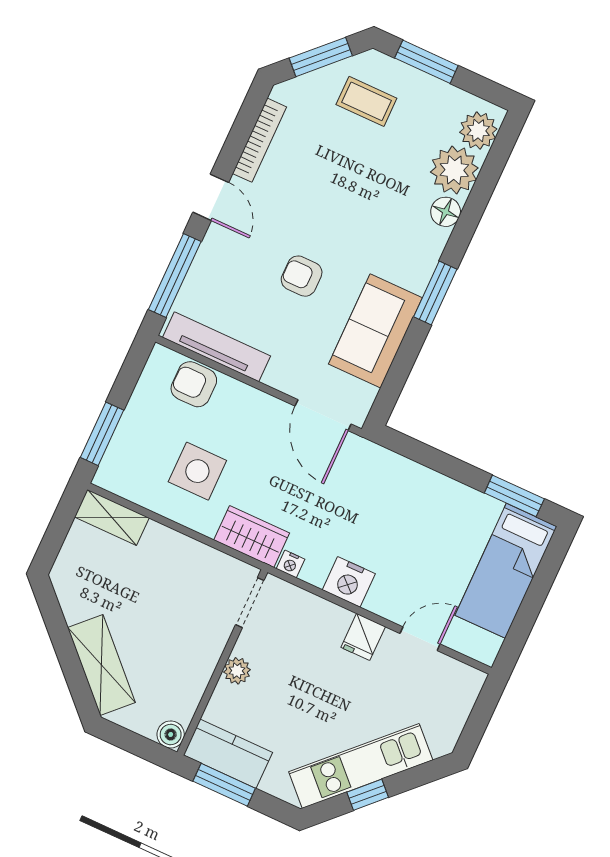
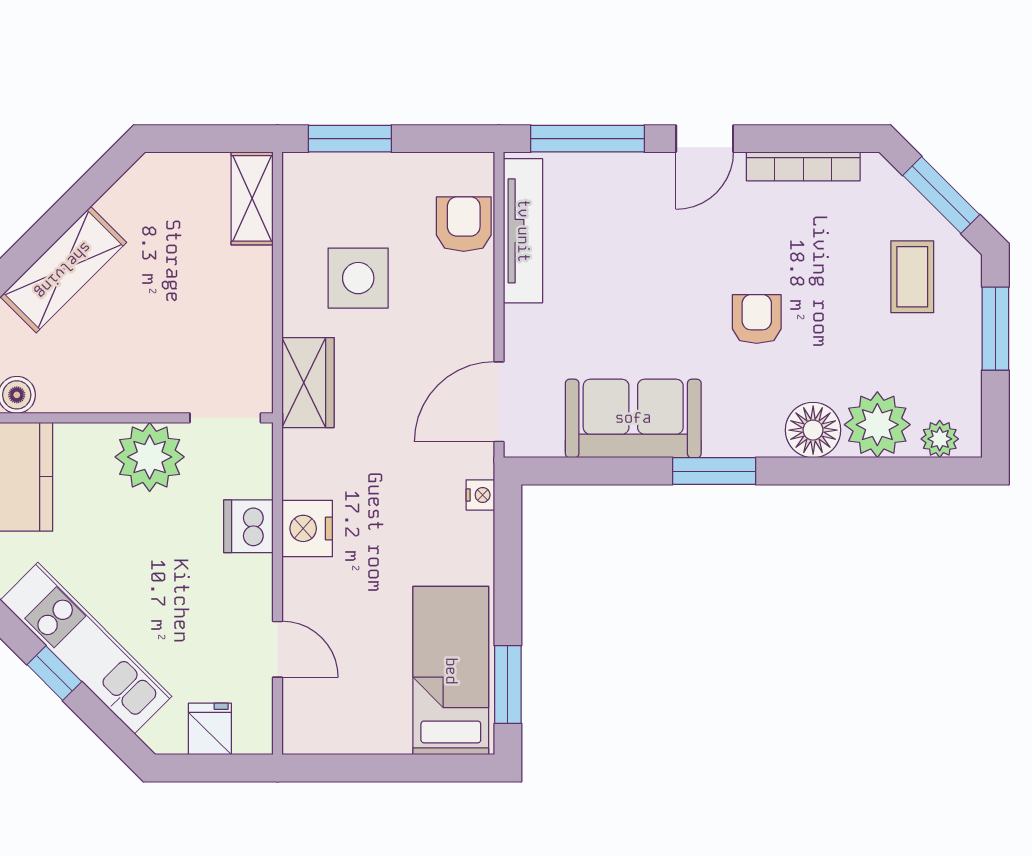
plant: (478, 131) -> (940, 439), width x0.73, depth x0.73
floor lamp: (446, 212) -> (813, 430), width x1.38, depth x1.38
armchair: (302, 276) -> (757, 319), moved
nightstand: (291, 564) -> (480, 495), moved, turned 180
bed: (506, 571) -> (451, 671), moved, turned 90
dishwasher: (329, 620) -> (248, 526), added
fridge: (363, 637) -> (210, 729), moved, turned 90
plant: (237, 671) -> (150, 457), width x1.87, depth x1.87

